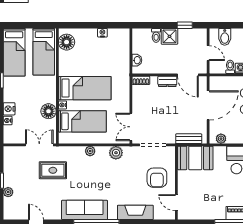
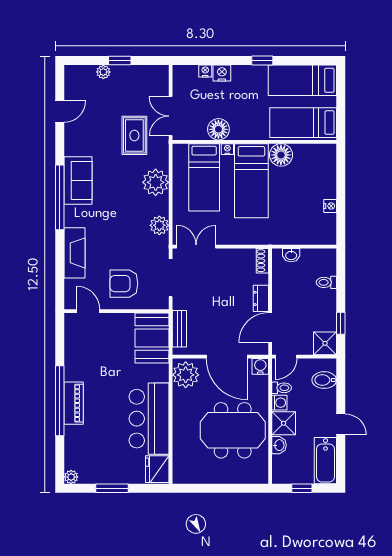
shower: (169, 36) -> (325, 343), moved
floor lamp: (67, 42) -> (281, 155), moved
door: (208, 53) -> (286, 357), moved
water cooler: (215, 82) -> (260, 366), added
plant: (221, 139) -> (186, 375), width x1.87, depth x1.87
double door: (39, 145) -> (171, 116), swing flipped
plant: (90, 151) -> (156, 182), width x1.88, depth x1.88
door: (176, 203) -> (88, 311), hinge flipped
sofa: (85, 210) -> (78, 181), width x0.73

